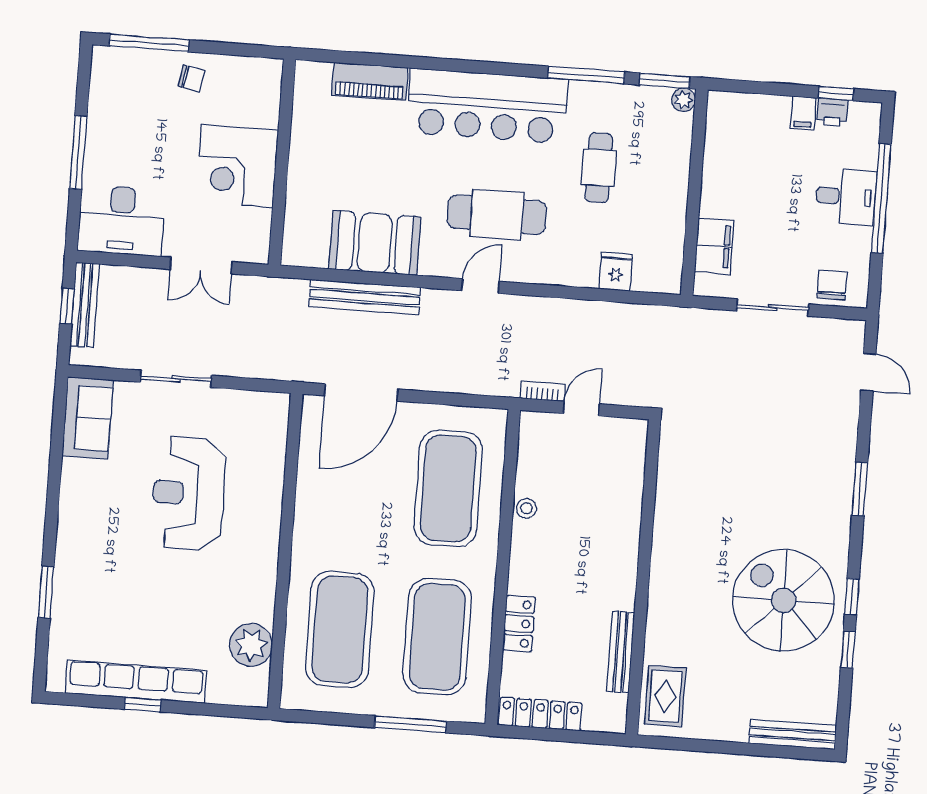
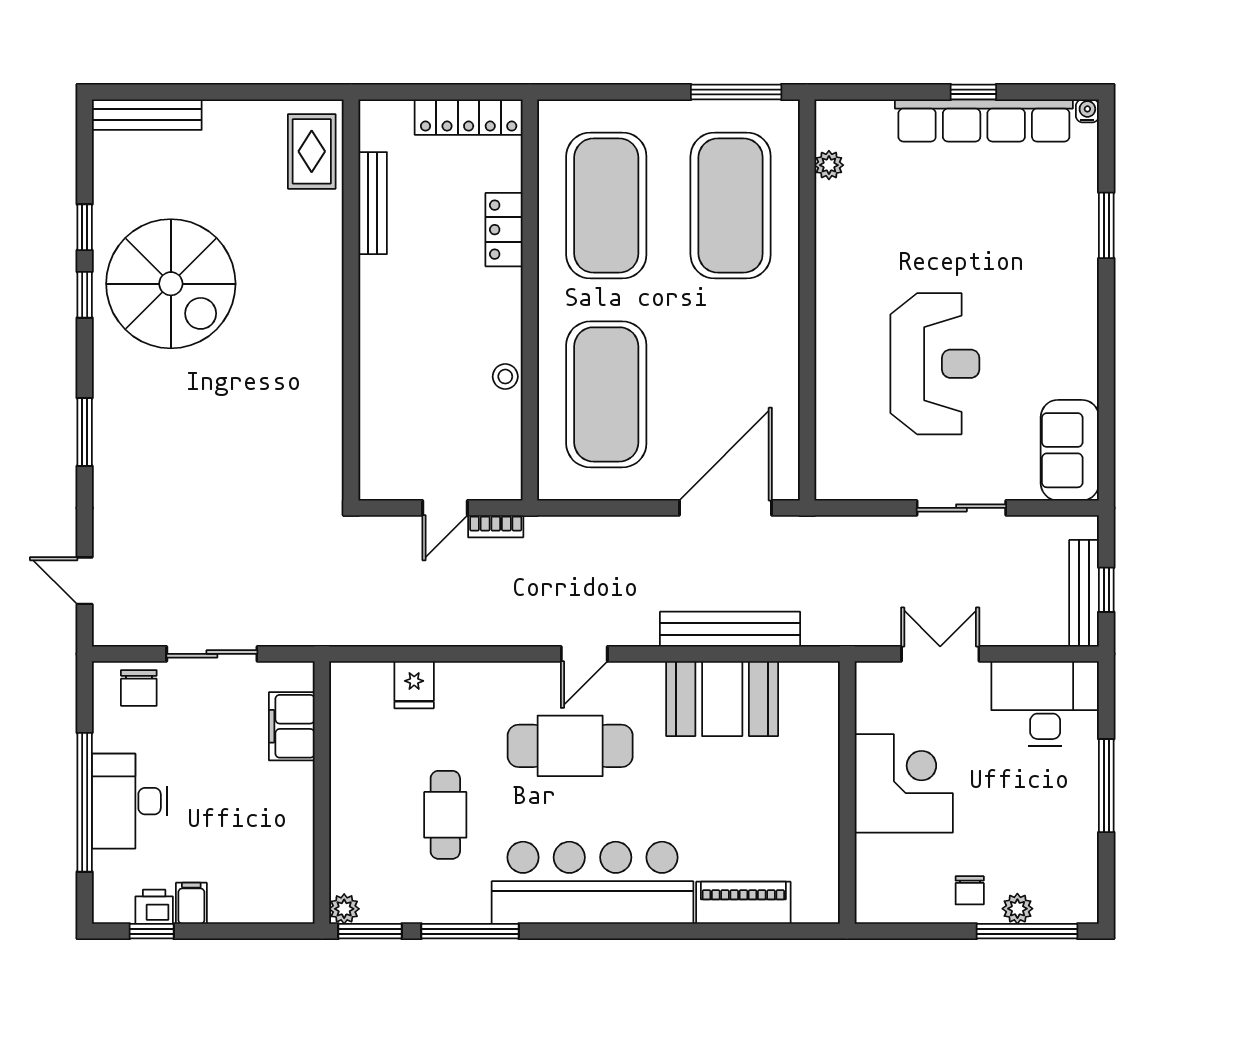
plant: (155, 61) -> (1017, 909), added
chair: (192, 78) -> (970, 890), turned -100
desk: (846, 197) -> (129, 801), width x1.37
plant: (251, 645) -> (829, 165), width x0.53, depth x0.53
water cooler: (54, 683) -> (1087, 111), added
window: (411, 724) -> (736, 92), moved

